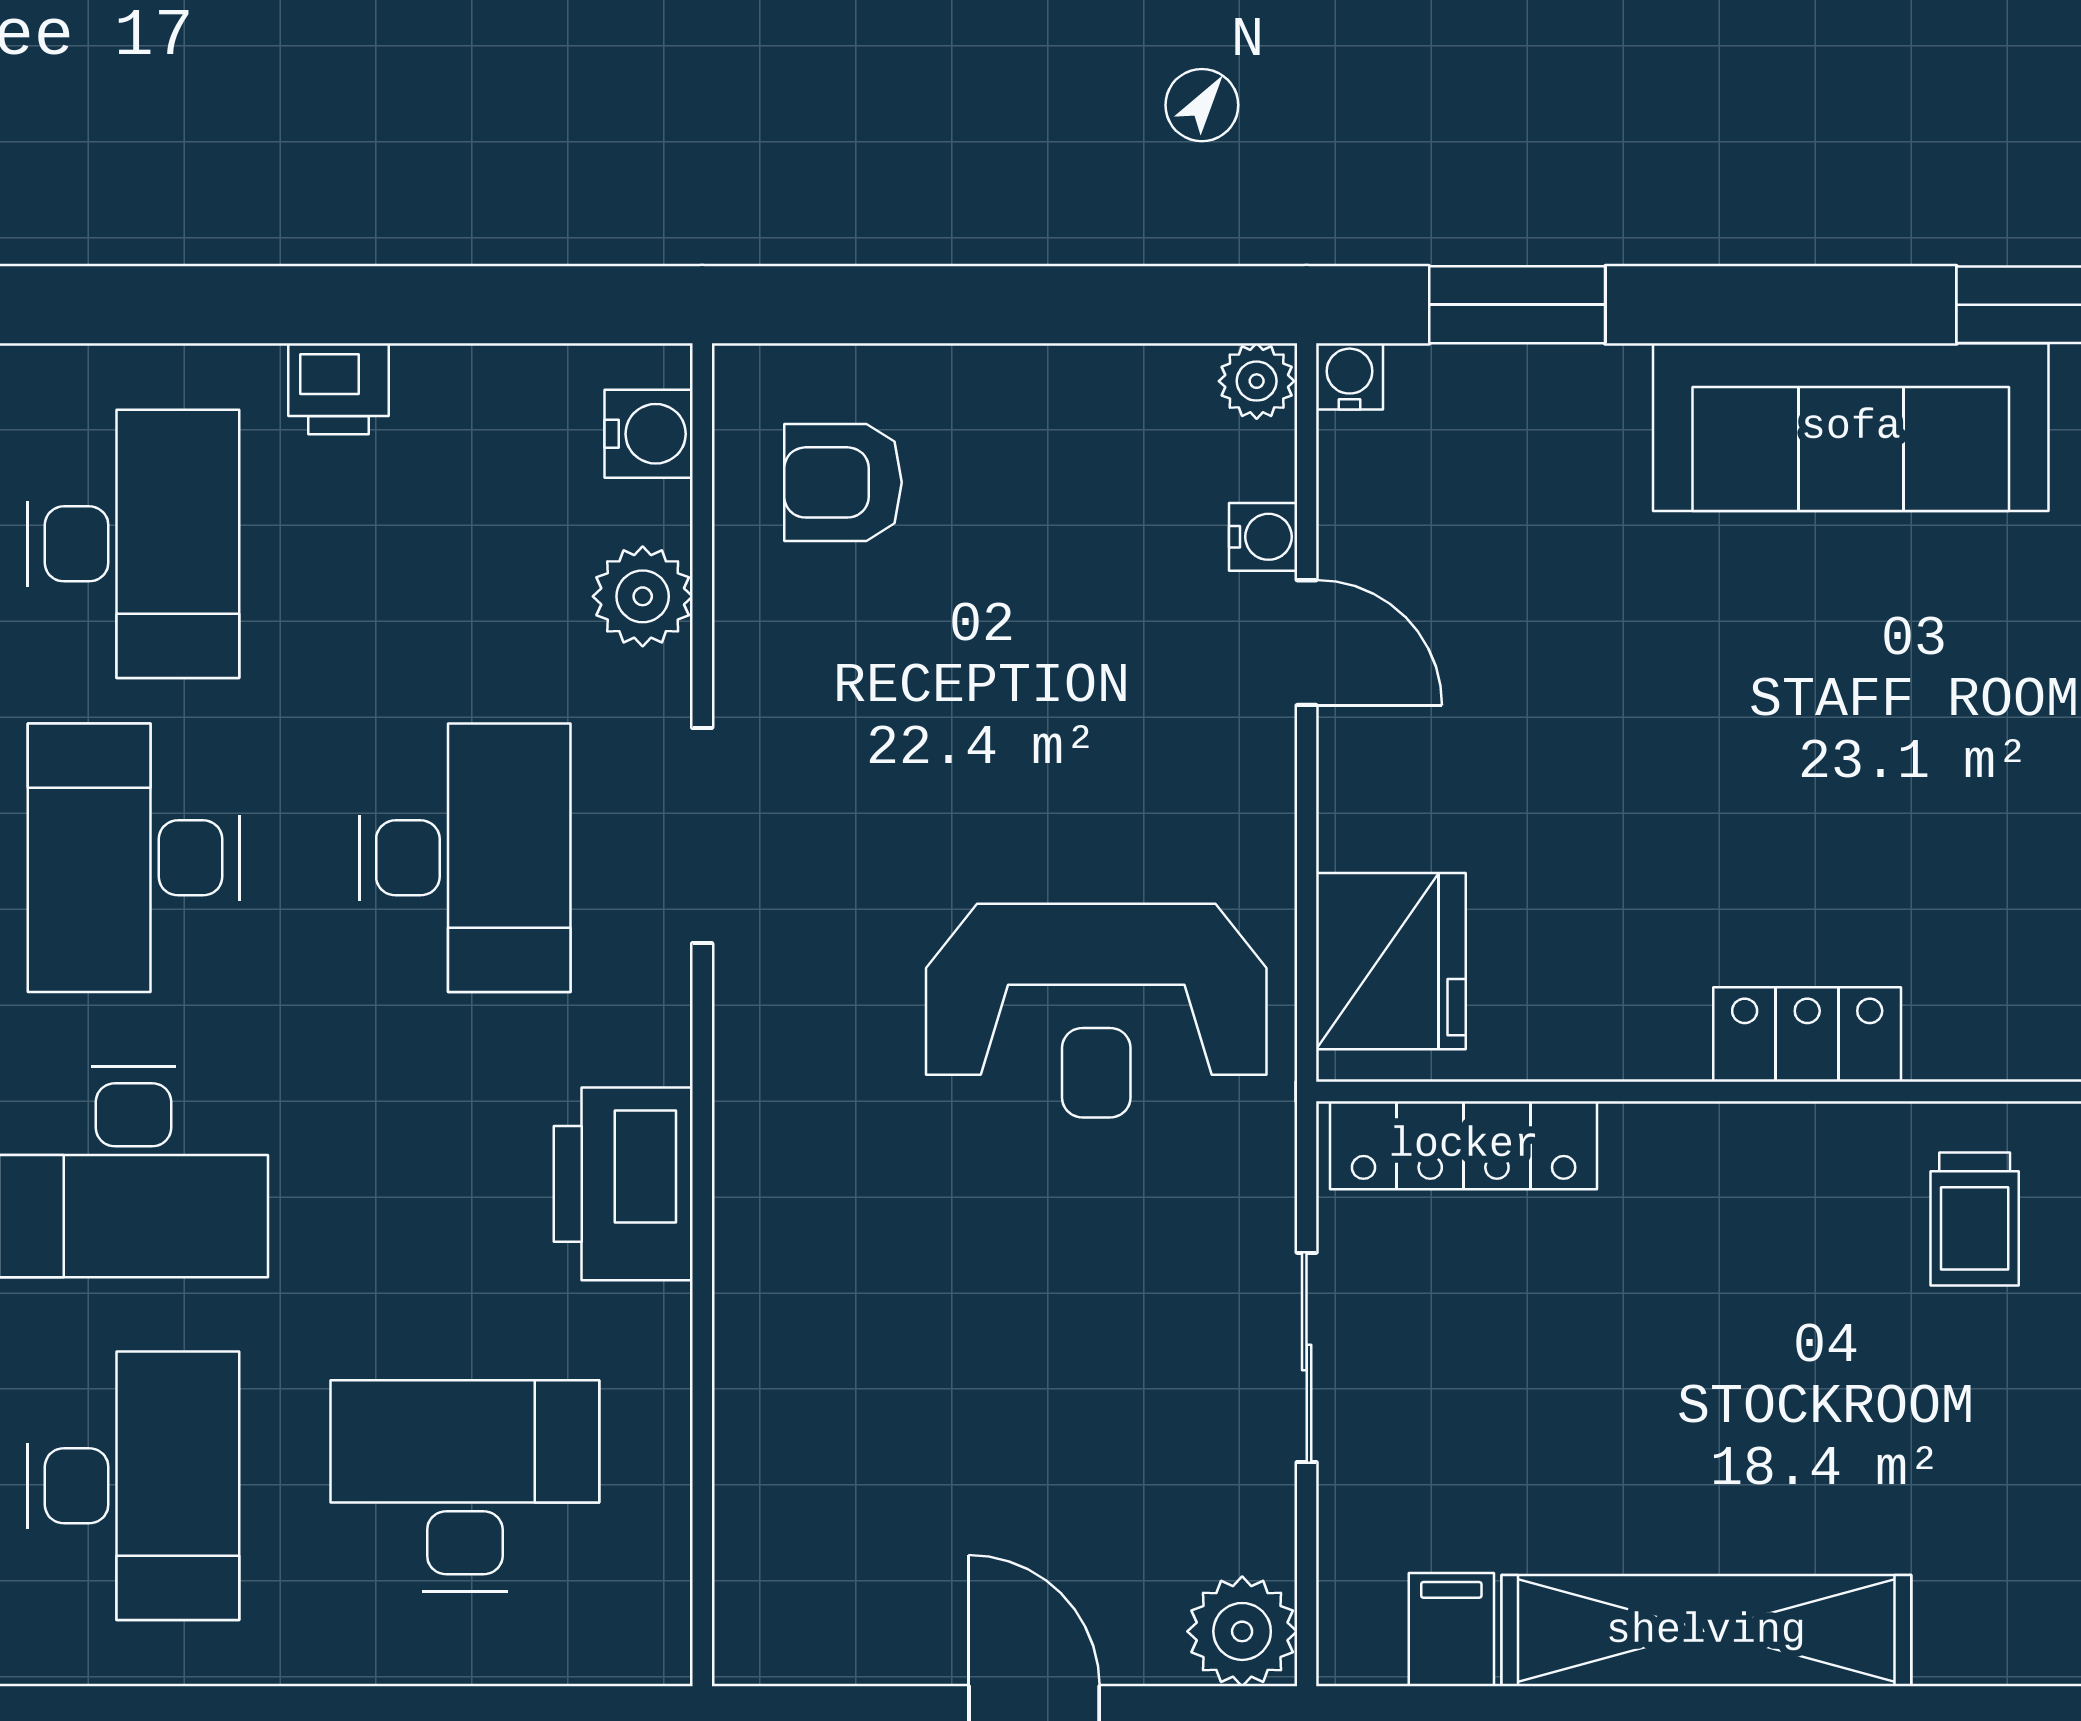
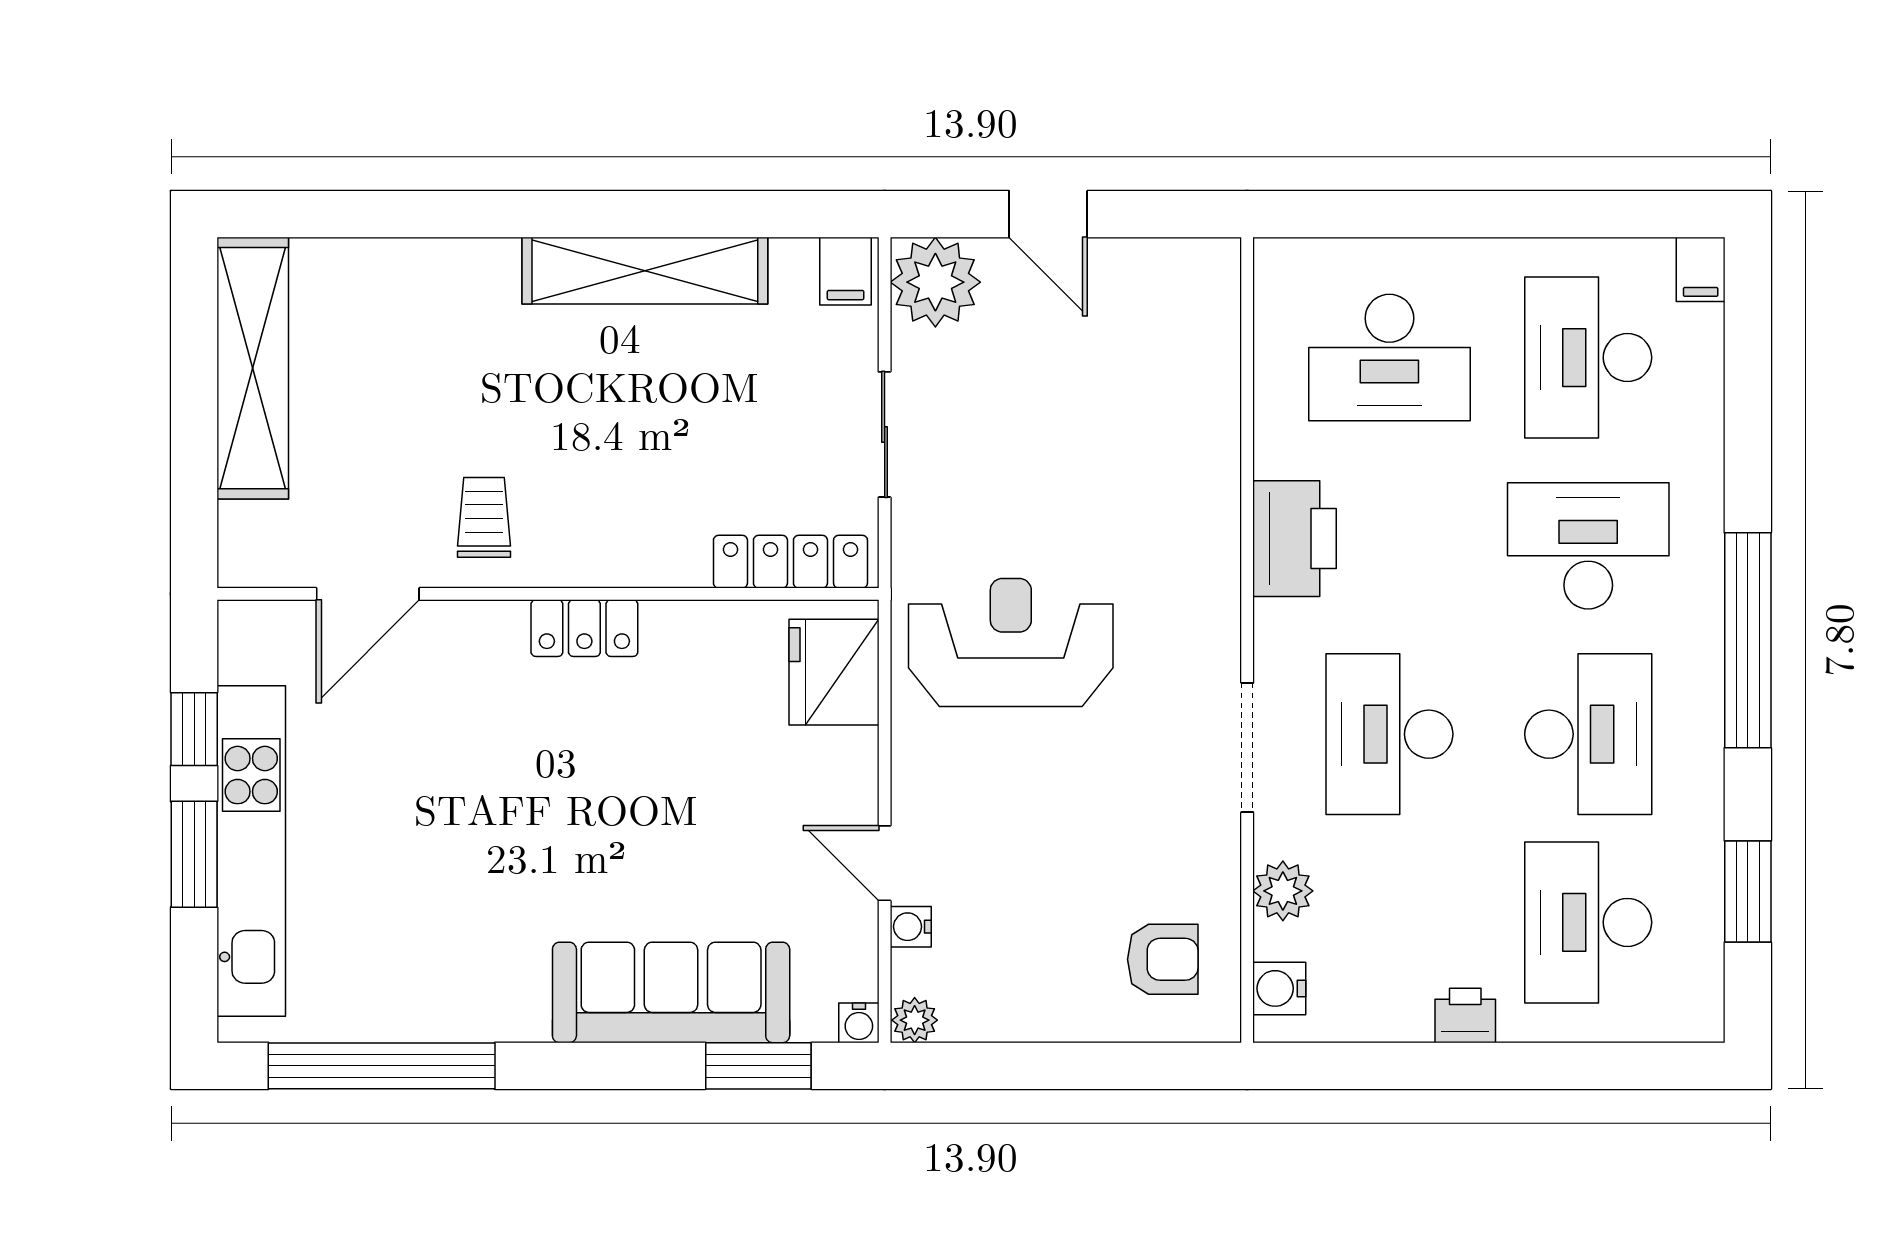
sofa: (1851, 427) -> (671, 992), moved
filing cabinet: (1451, 1630) -> (846, 271), moved
plant: (1242, 1631) -> (935, 282), width x1.36, depth x1.36

